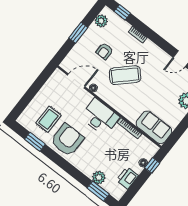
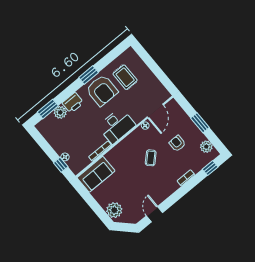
coffee table: (125, 75) -> (151, 158), width x0.54, depth x0.58
window: (35, 142) -> (89, 75), moved
printer: (127, 178) -> (73, 103), moved, turned 90

